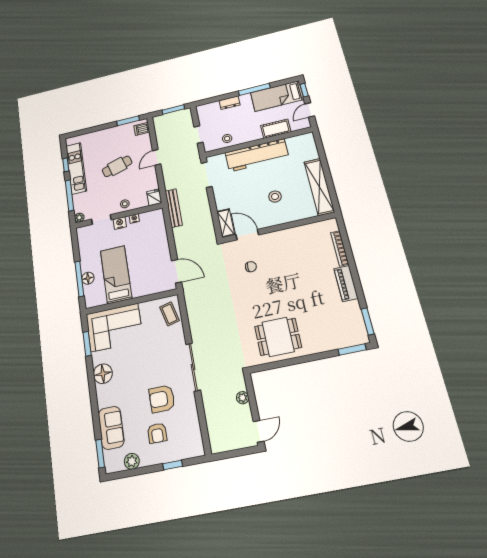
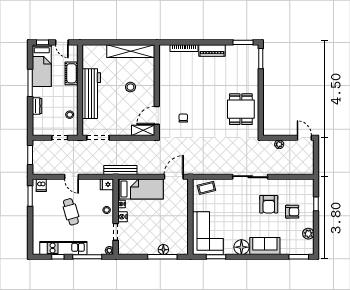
bed: (116, 275) -> (140, 189), moved, turned 180
sofa: (111, 428) -> (265, 246), moved

